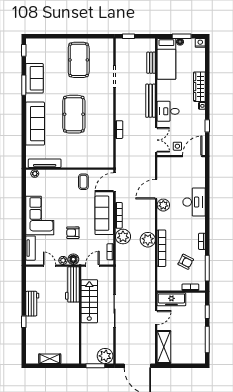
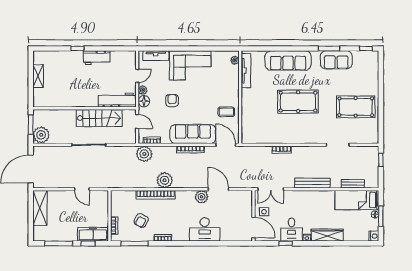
desk: (168, 111) -> (292, 230), moved, turned 180
plant: (123, 237) -> (144, 154), moved
freezer: (171, 299) -> (93, 234), moved, turned 90
shelving: (164, 347) -> (40, 208), moved, turned 90

